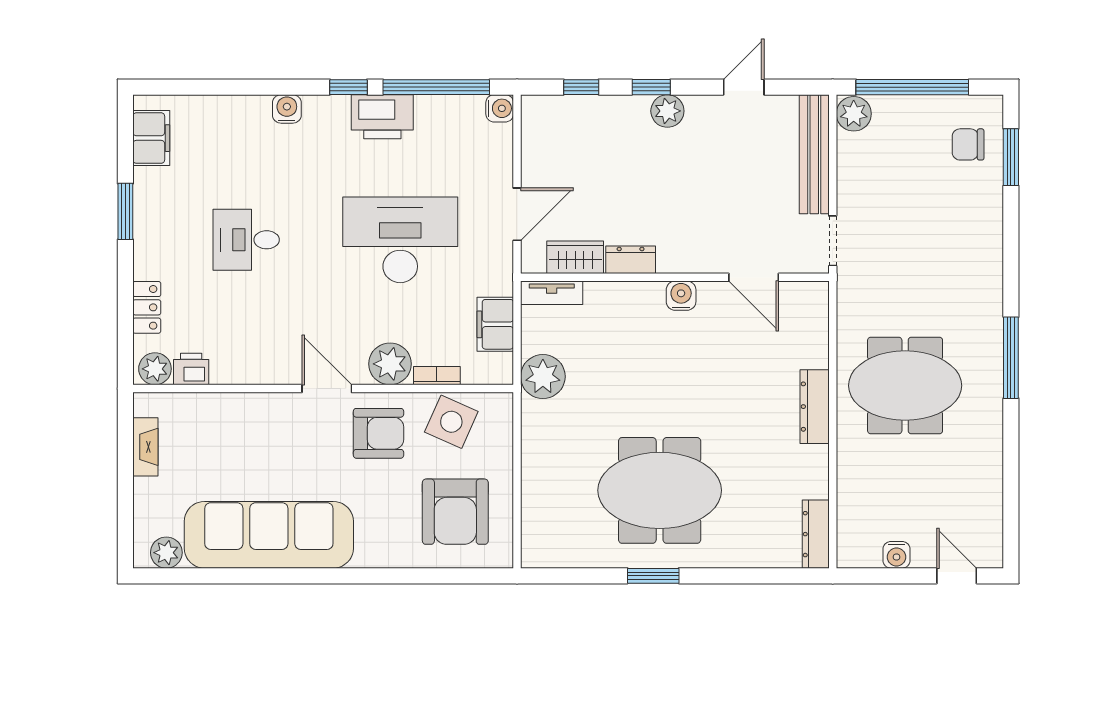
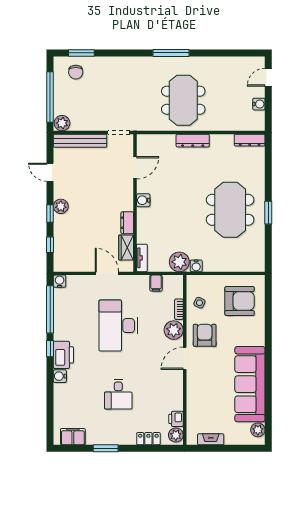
printer: (382, 117) -> (63, 355), moved
filing cabinet: (495, 324) -> (156, 283), width x0.50
water cooler: (534, 414) -> (196, 266), added
side table: (451, 422) -> (199, 303), width x0.54, depth x0.54

